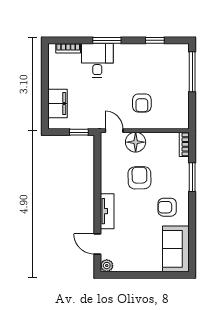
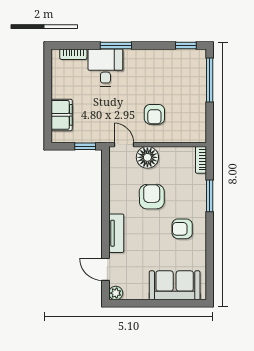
window: (155, 40) -> (186, 46), moved
sofa: (176, 249) -> (175, 285), moved, turned 90

